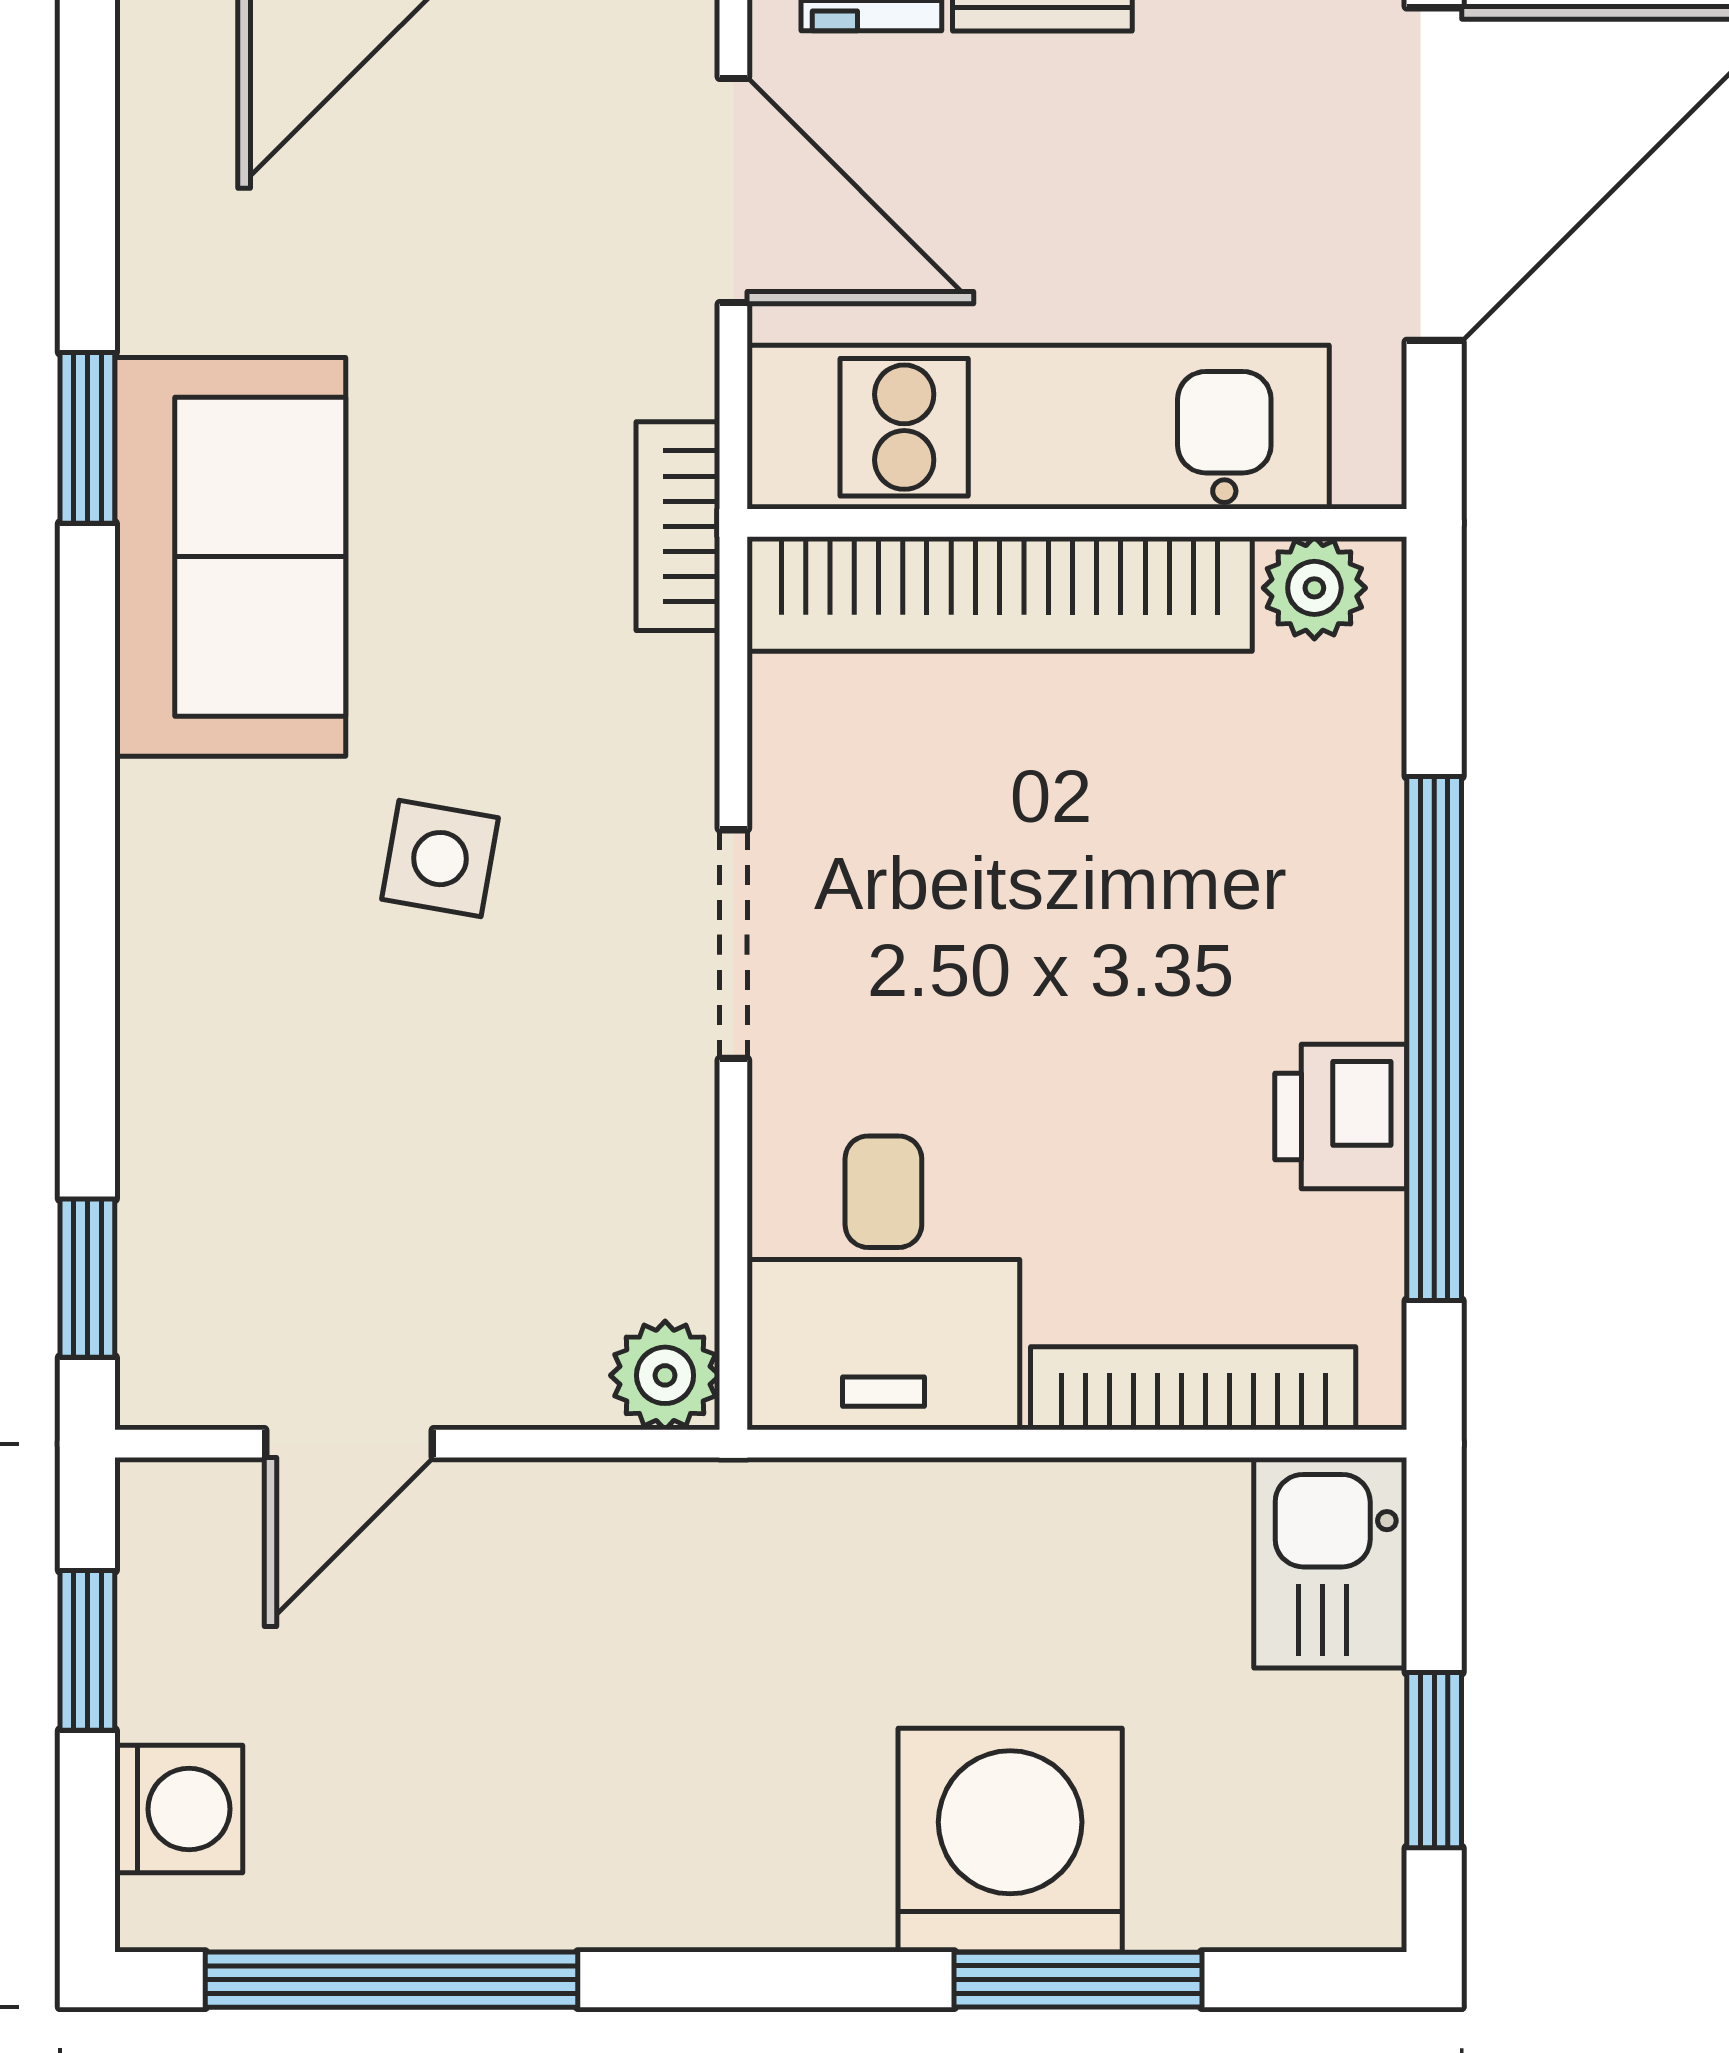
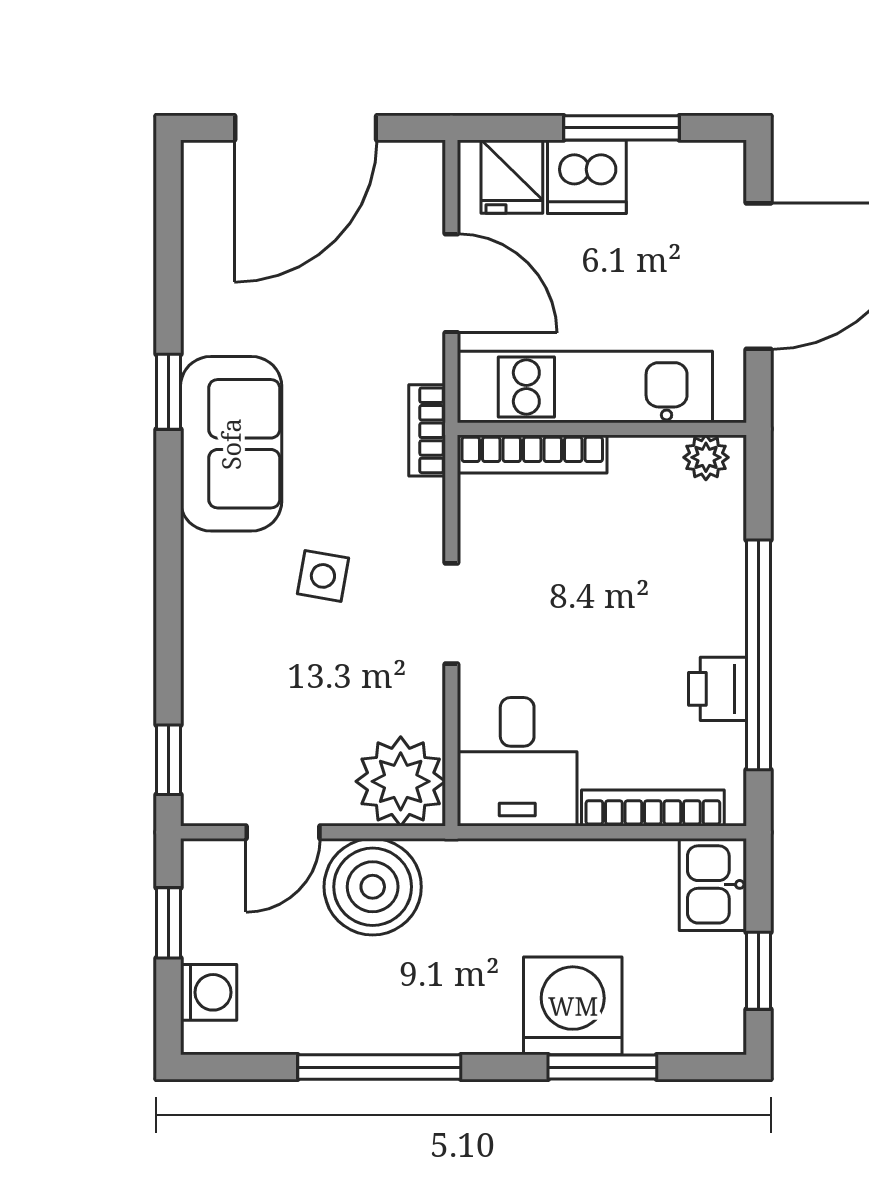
bookcase: (1000, 594) -> (532, 454), width x0.68, depth x0.76
plant: (665, 1375) -> (401, 781), width x1.88, depth x1.88
boiler: (553, 1568) -> (373, 887), added
window: (392, 1980) -> (379, 1067), moved

